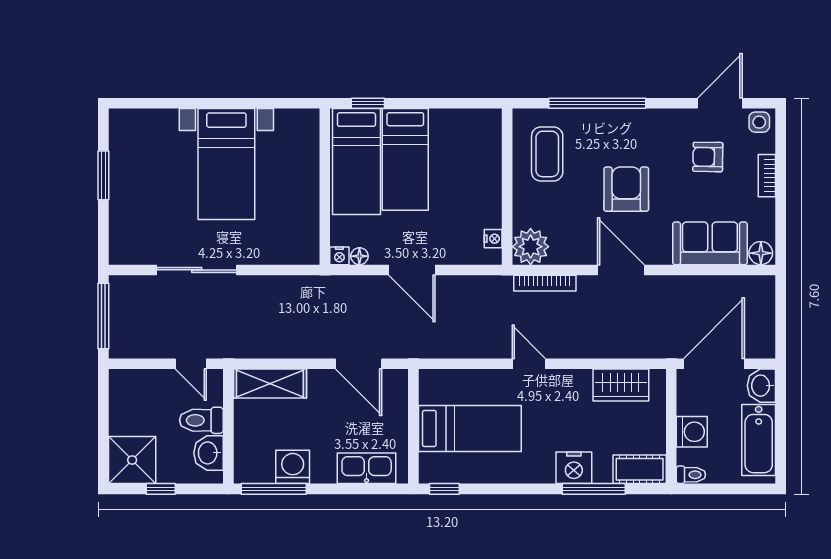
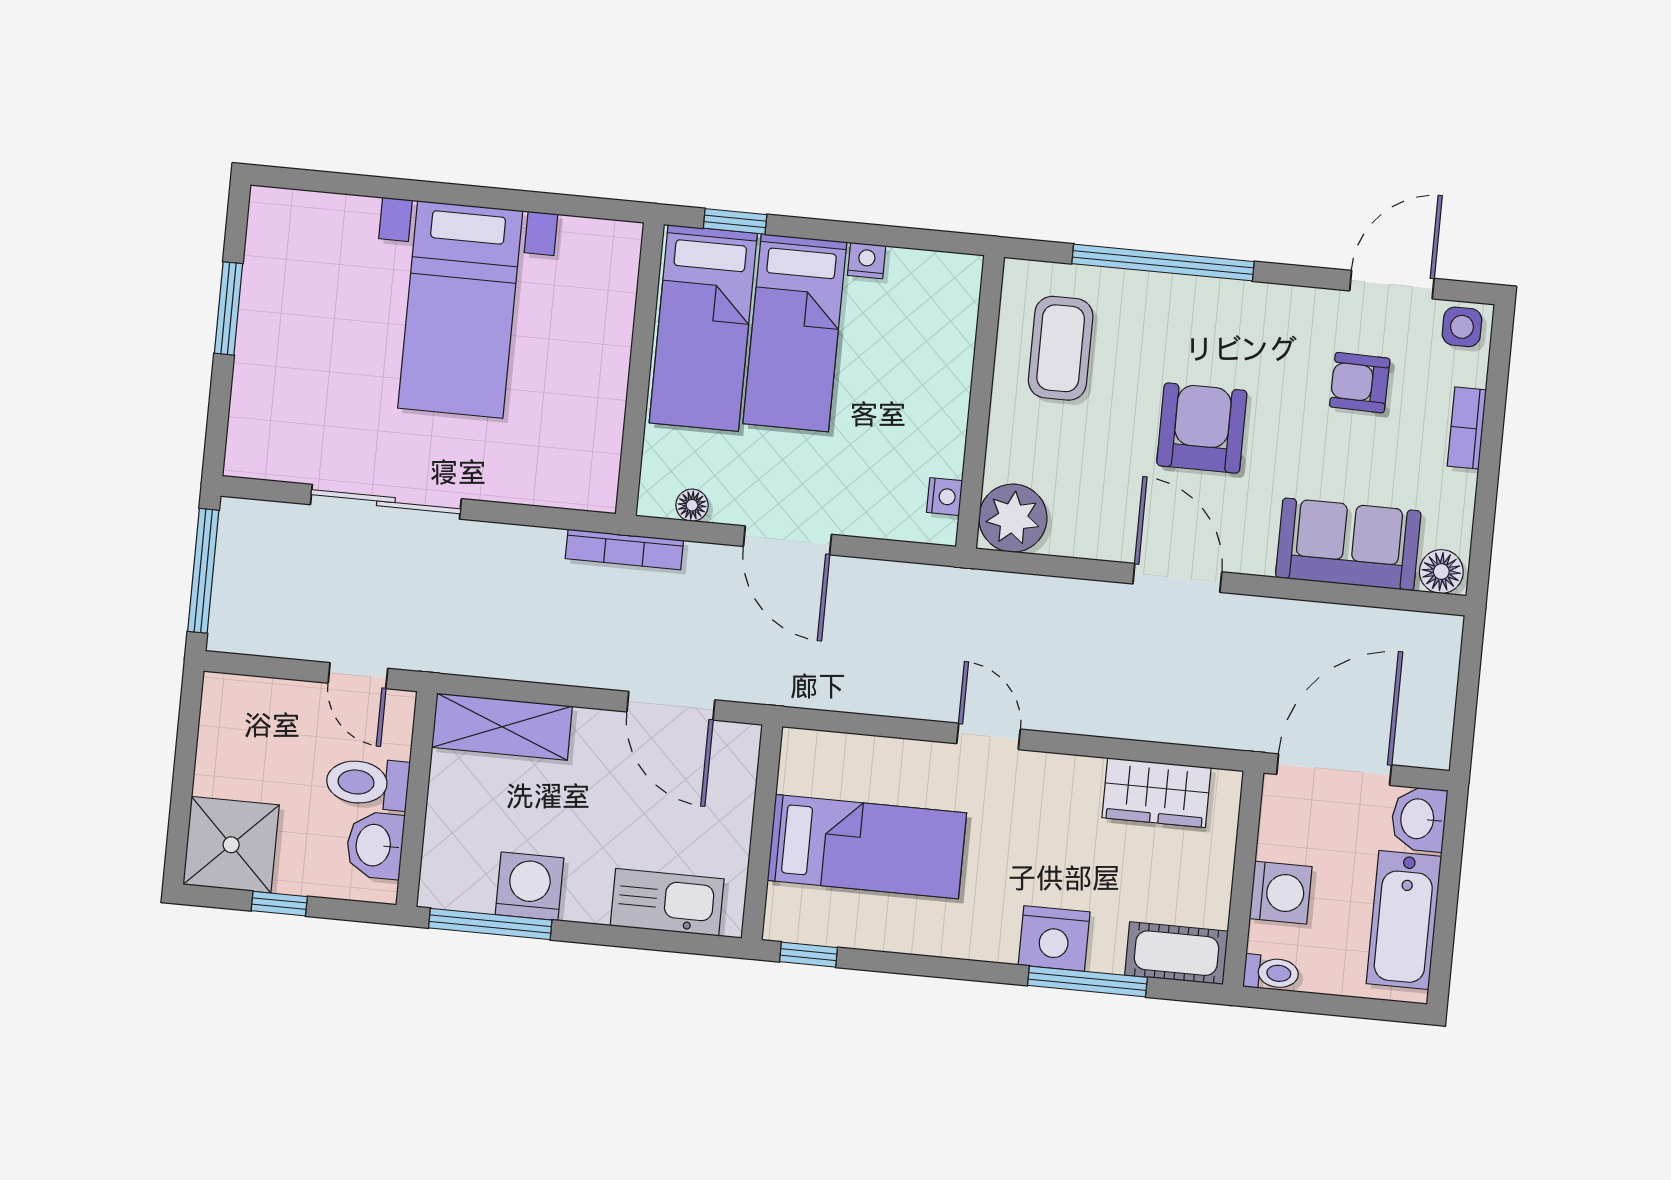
nightstand: (339, 256) -> (867, 261), moved, turned 180
bookcase: (545, 283) -> (624, 549), moved

